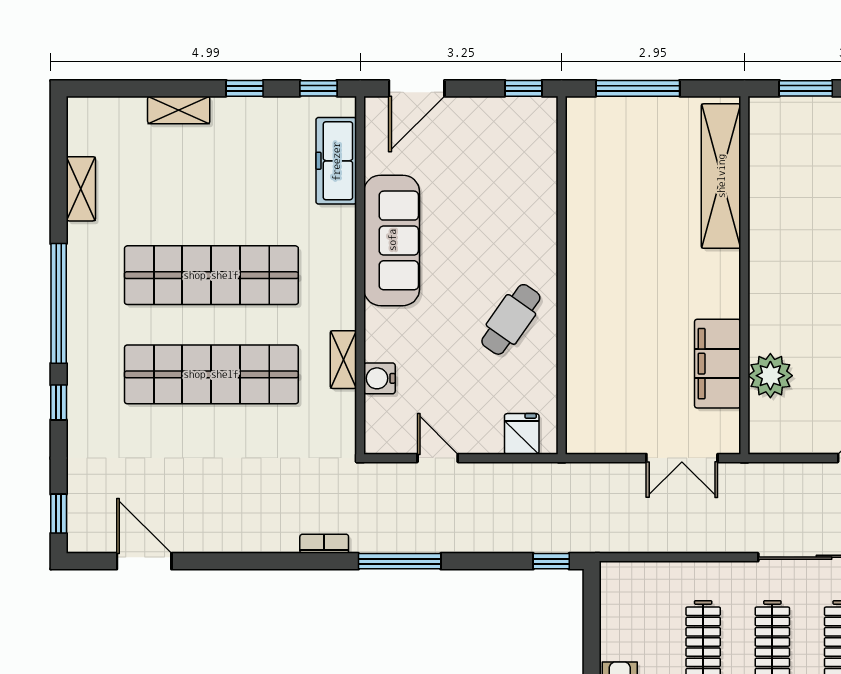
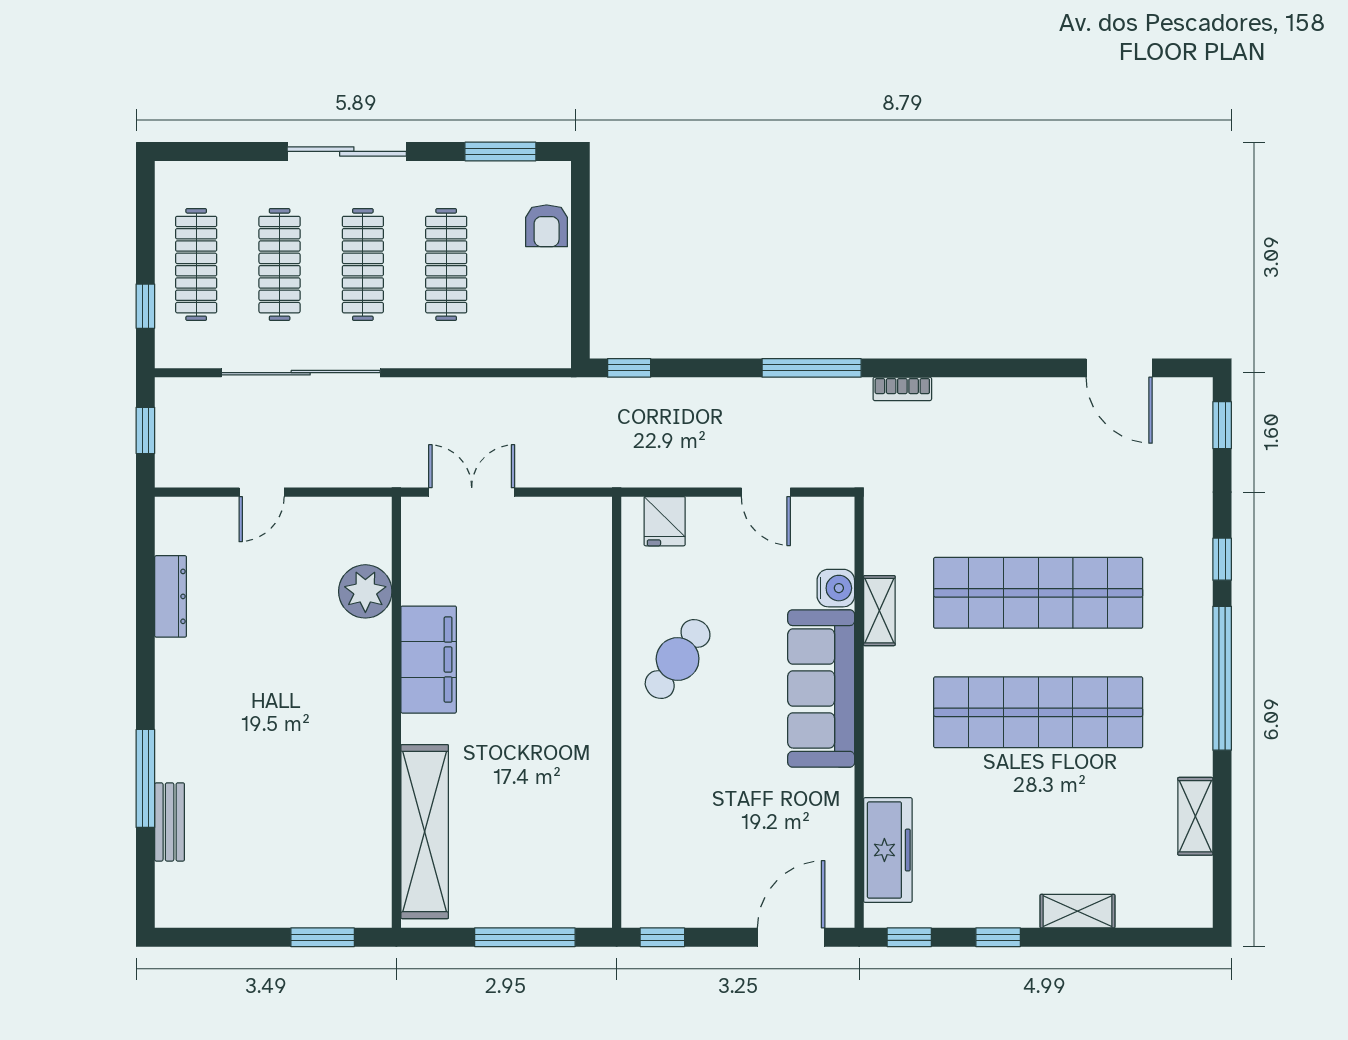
sofa: (392, 240) -> (821, 688), moved
filing cabinet: (718, 364) -> (429, 660), moved

